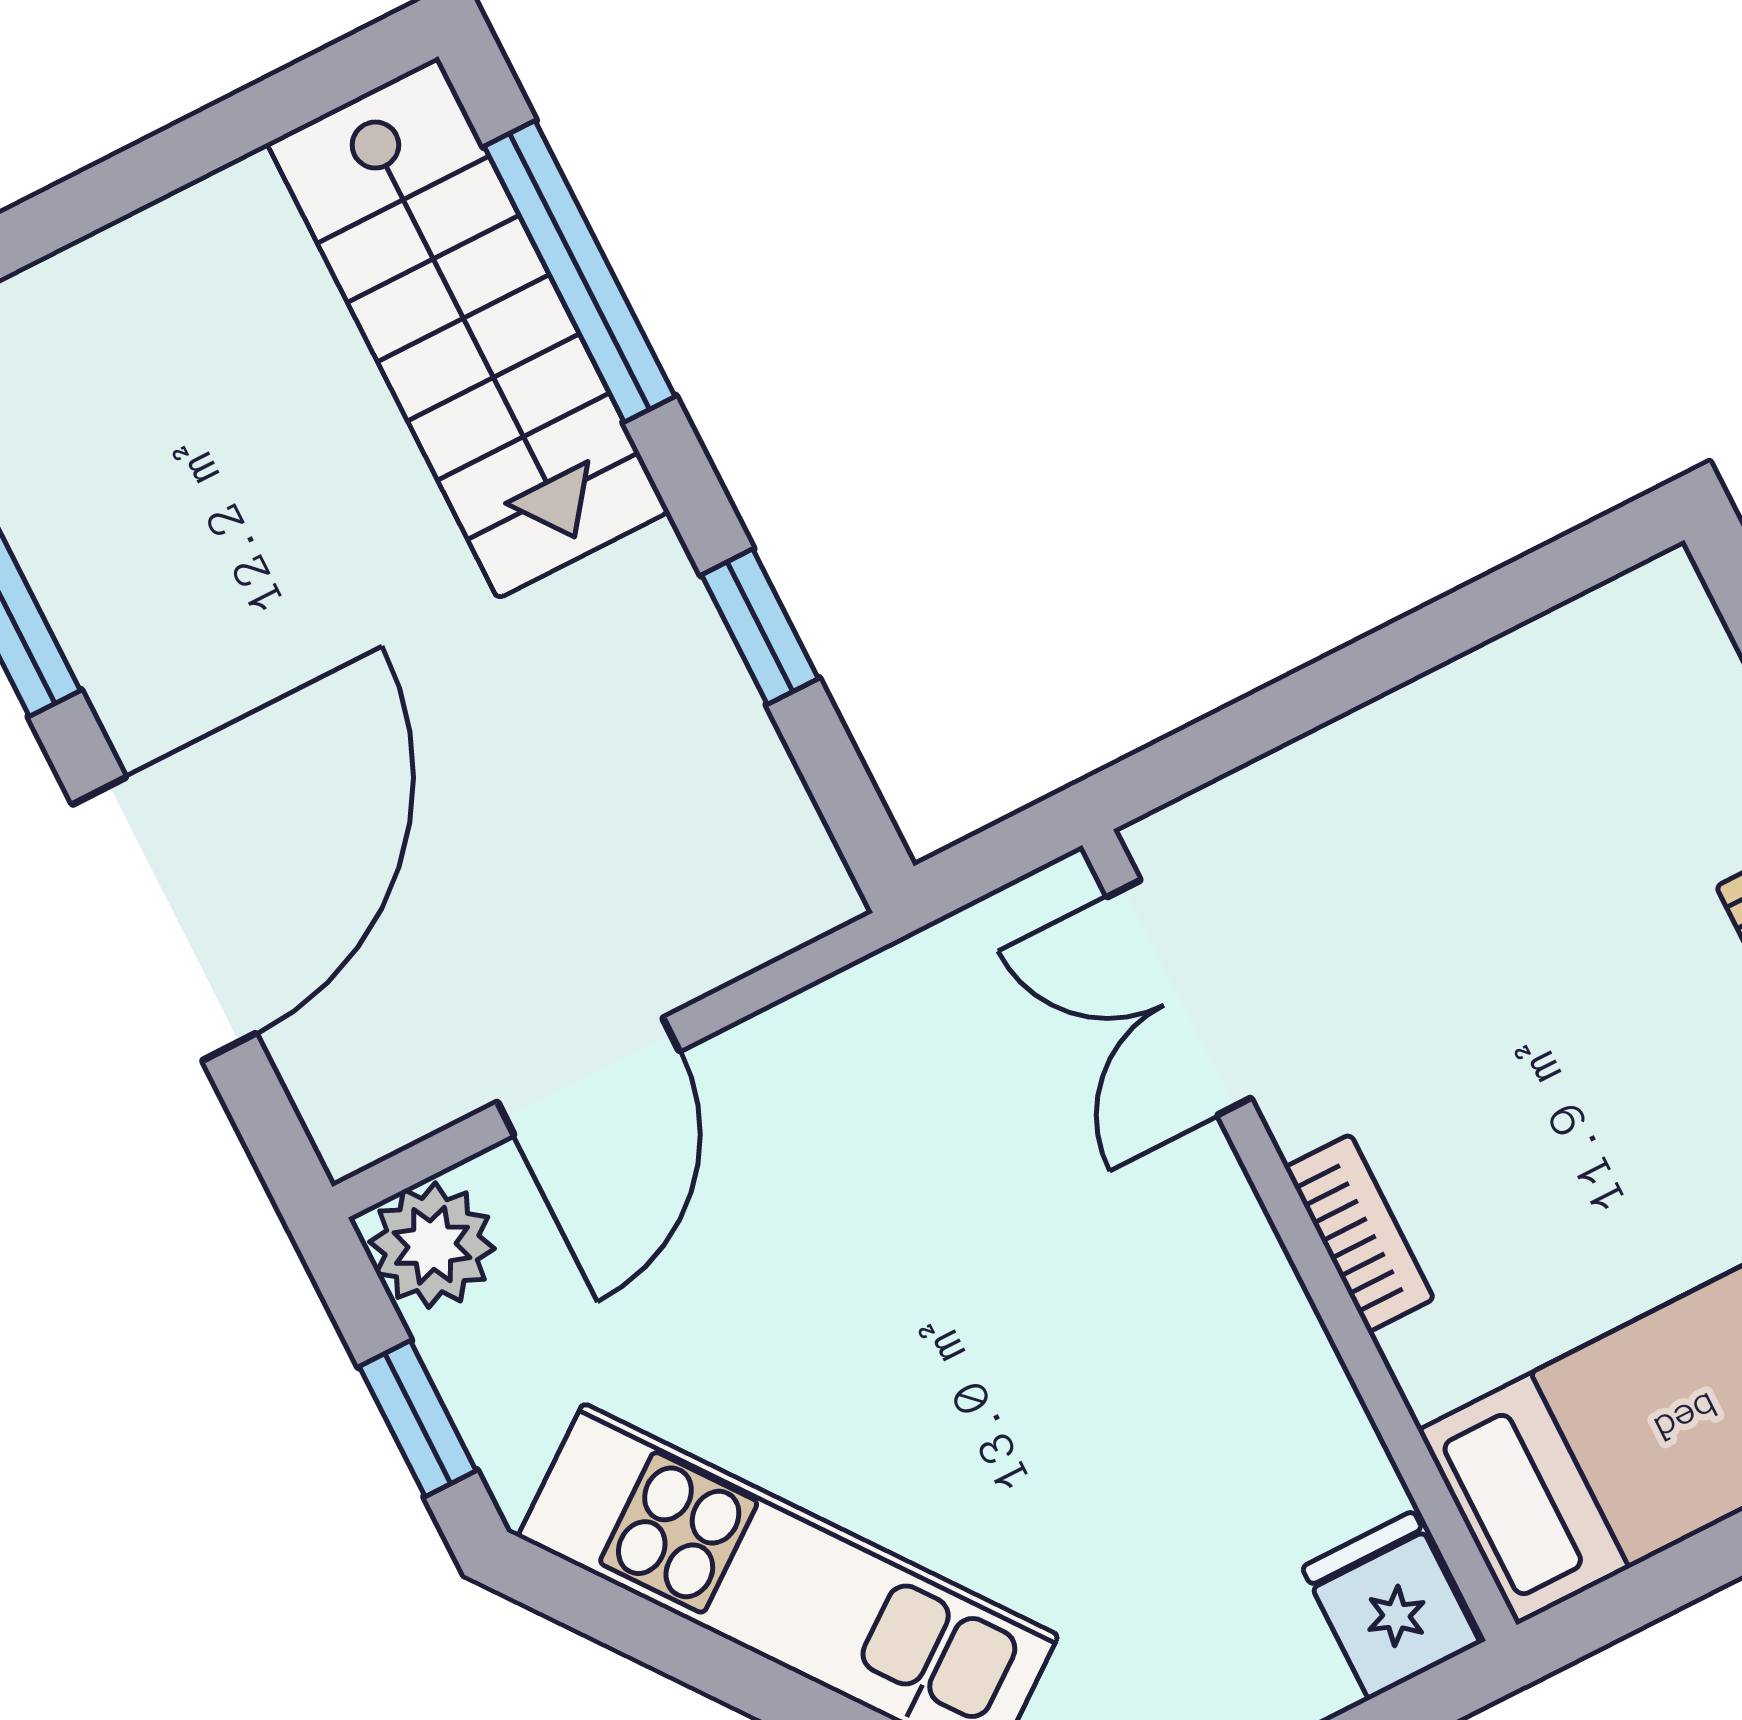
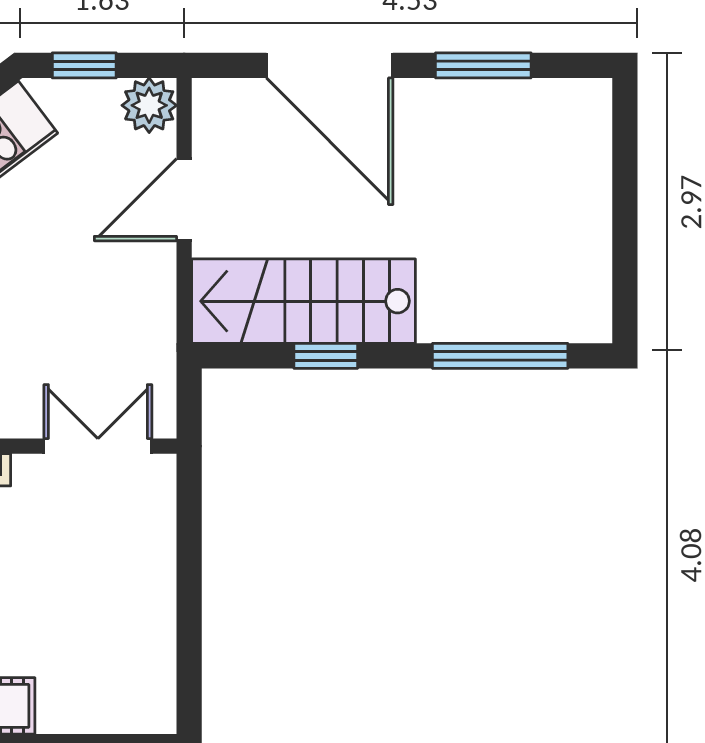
stairs: (468, 327) -> (304, 301), moved
door: (588, 1076) -> (184, 200), hinge flipped

